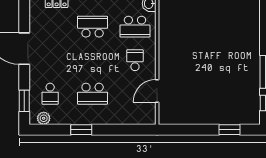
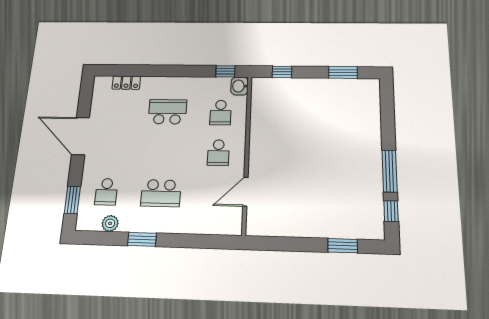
school desk: (135, 27) -> (221, 112), width x0.54
school desk: (135, 60) -> (218, 153), turned 180
plant: (44, 118) -> (110, 223), moved

